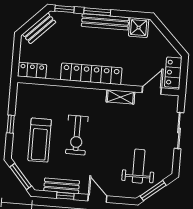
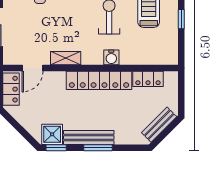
window: (64, 9) -> (56, 148), moved
locker: (32, 70) -> (148, 79), moved
water cooler: (78, 94) -> (111, 57), added

